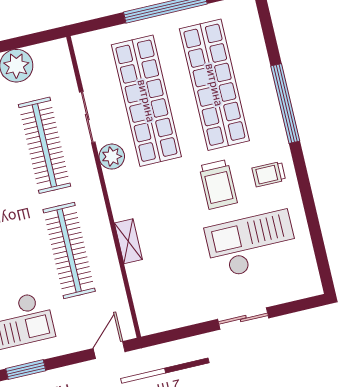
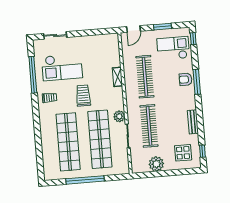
window: (285, 104) -> (33, 75), moved
trolley: (218, 184) -> (83, 96), moved
sliding door: (243, 319) -> (55, 35), moved
window: (26, 370) -> (162, 27), moved

